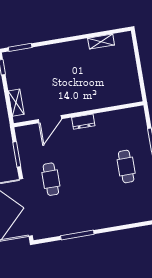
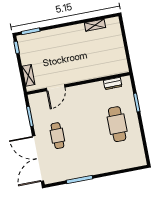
dresser: (83, 122) -> (113, 83), moved
cafe table: (126, 166) -> (117, 124), width x1.37, depth x1.35

